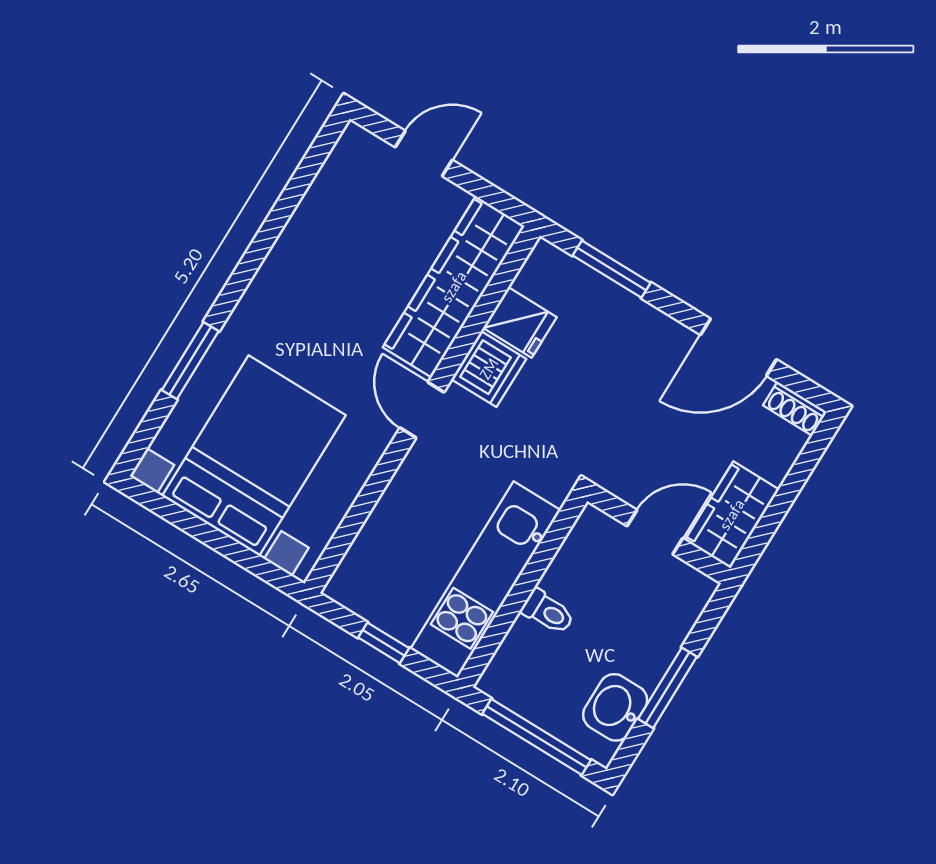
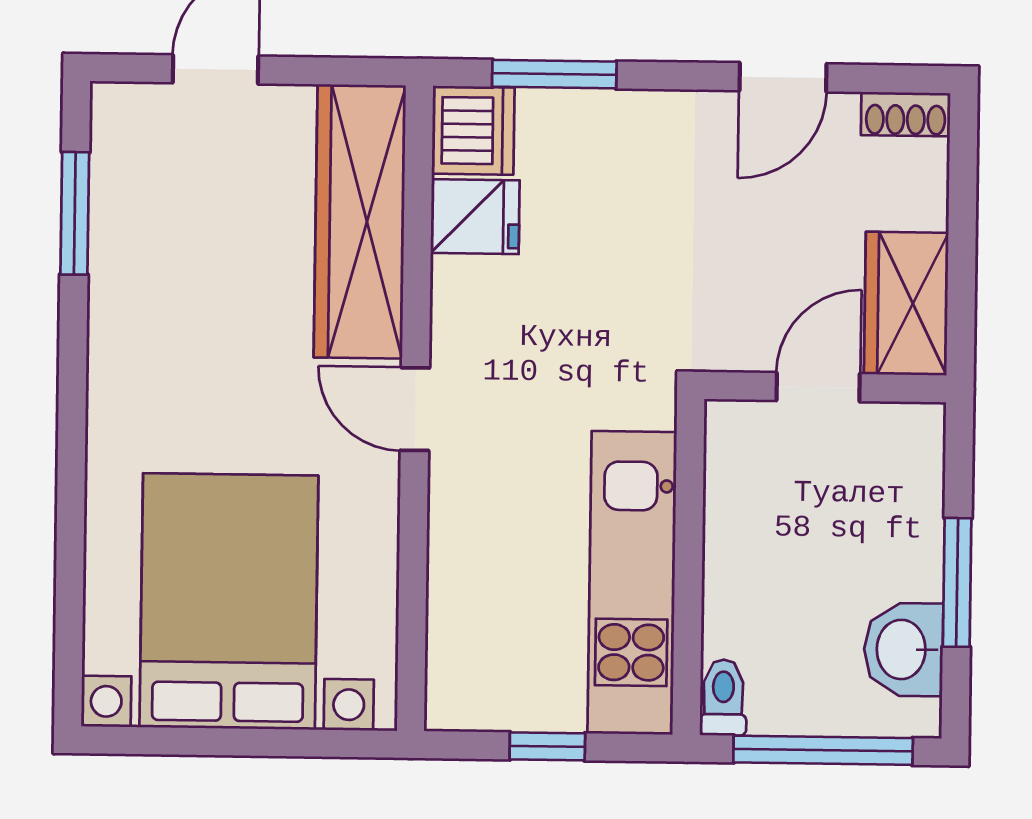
door: (739, 347) -> (783, 77), width x0.73
window: (190, 361) -> (75, 213), moved
dishwasher: (489, 369) -> (473, 131), moved
toilet: (548, 612) -> (723, 697), moved, turned -90

